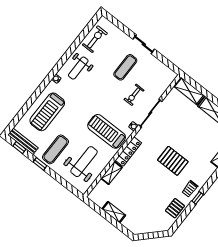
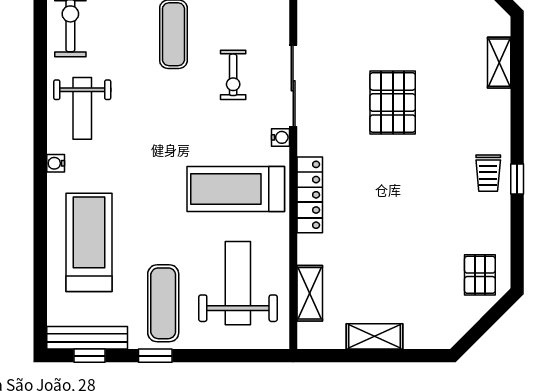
treadmill: (47, 112) -> (89, 242), turned 180
pallet: (173, 161) -> (393, 103), moved, turned 90
shelving: (112, 173) -> (310, 293), moved
pallet: (175, 208) -> (480, 275), moved

